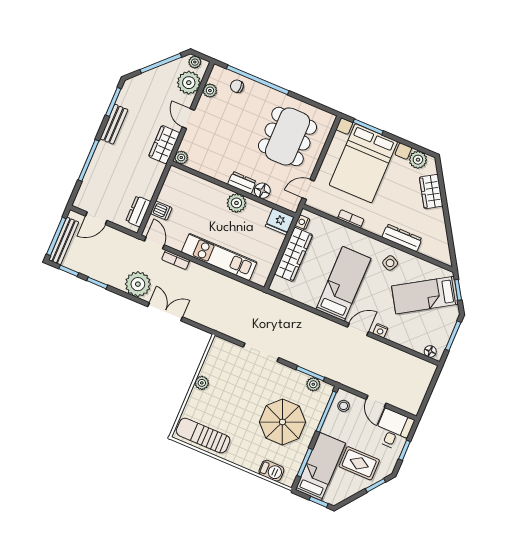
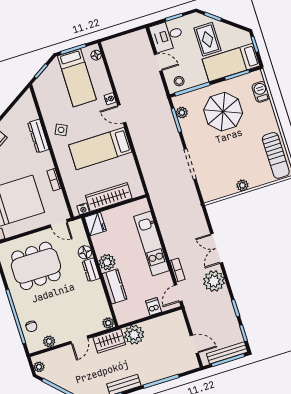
plant: (189, 83) -> (134, 335), moved
kitchen counter: (209, 191) -> (115, 286), added
dresser: (138, 211) -> (167, 321), removed
bed: (425, 295) -> (77, 78), moved, turned 32
door: (376, 401) -> (158, 63), hinge flipped

